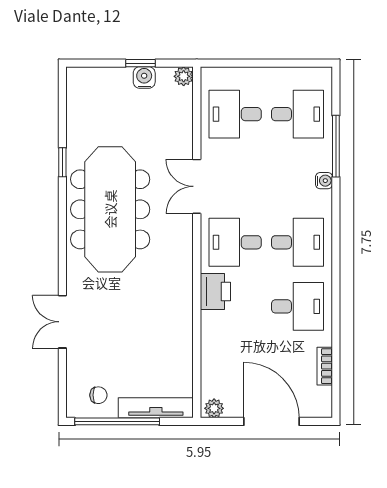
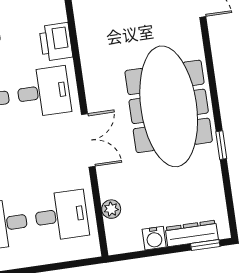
window: (140, 63) -> (205, 245), moved
plant: (184, 76) -> (111, 209), moved
dresser: (105, 77) -> (192, 233), added

